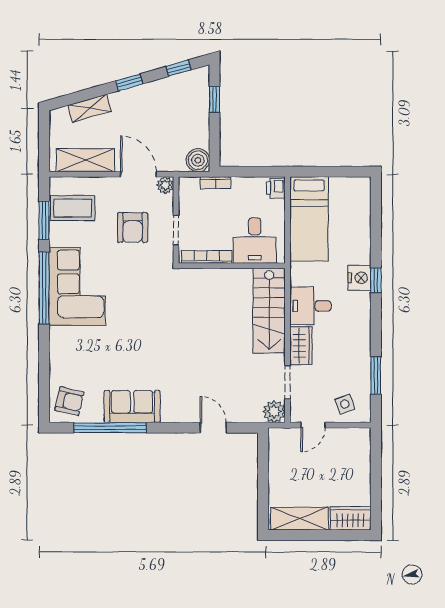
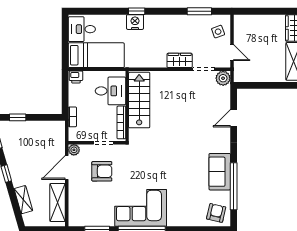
boiler: (198, 160) -> (58, 128), removed
coffee table: (73, 208) -> (89, 211), removed
desk: (310, 306) -> (82, 29), moved, turned 90
stairs: (269, 311) -> (139, 100), moved, turned -90

